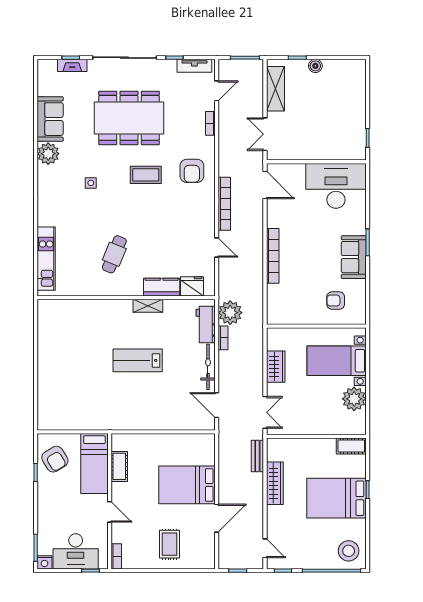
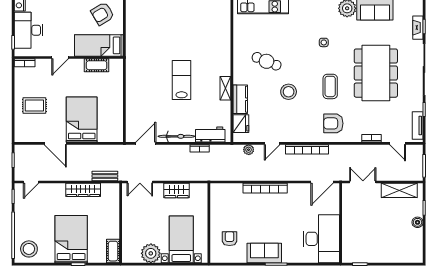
stool: (152, 227) -> (289, 92), added
plant: (230, 313) -> (249, 150), moved, width x0.53, depth x0.53

